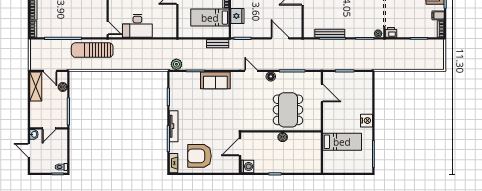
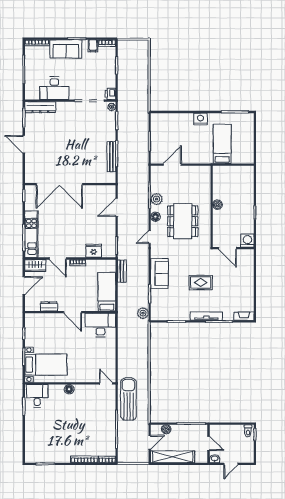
bed: (210, 18) -> (107, 292), moved, turned 180
desk: (137, 26) -> (100, 325), moved, turned -90
door: (108, 28) -> (106, 383), hinge flipped
sun lounger: (92, 50) -> (128, 399), turned 180
plant: (288, 78) -> (157, 199), added
shelving: (36, 86) -> (173, 457), width x1.47
dining table: (288, 110) -> (183, 221), moved, turned 90
rug: (206, 121) -> (201, 282), added
armchair: (199, 156) -> (237, 290), removed

